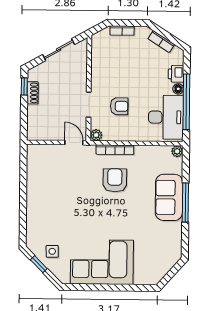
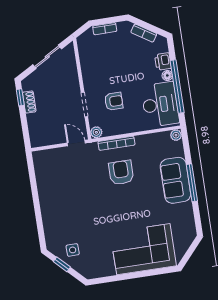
corner sofa: (102, 262) -> (143, 249), moved

